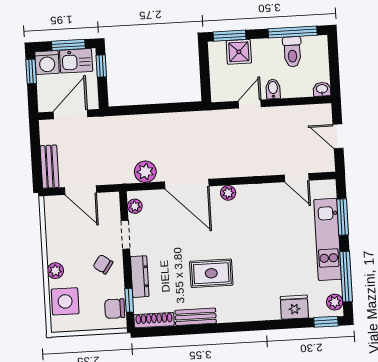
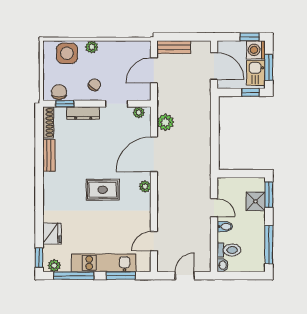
toilet: (292, 52) -> (229, 250), moved, turned 180
rug: (211, 273) -> (103, 190), moved, turned 90

